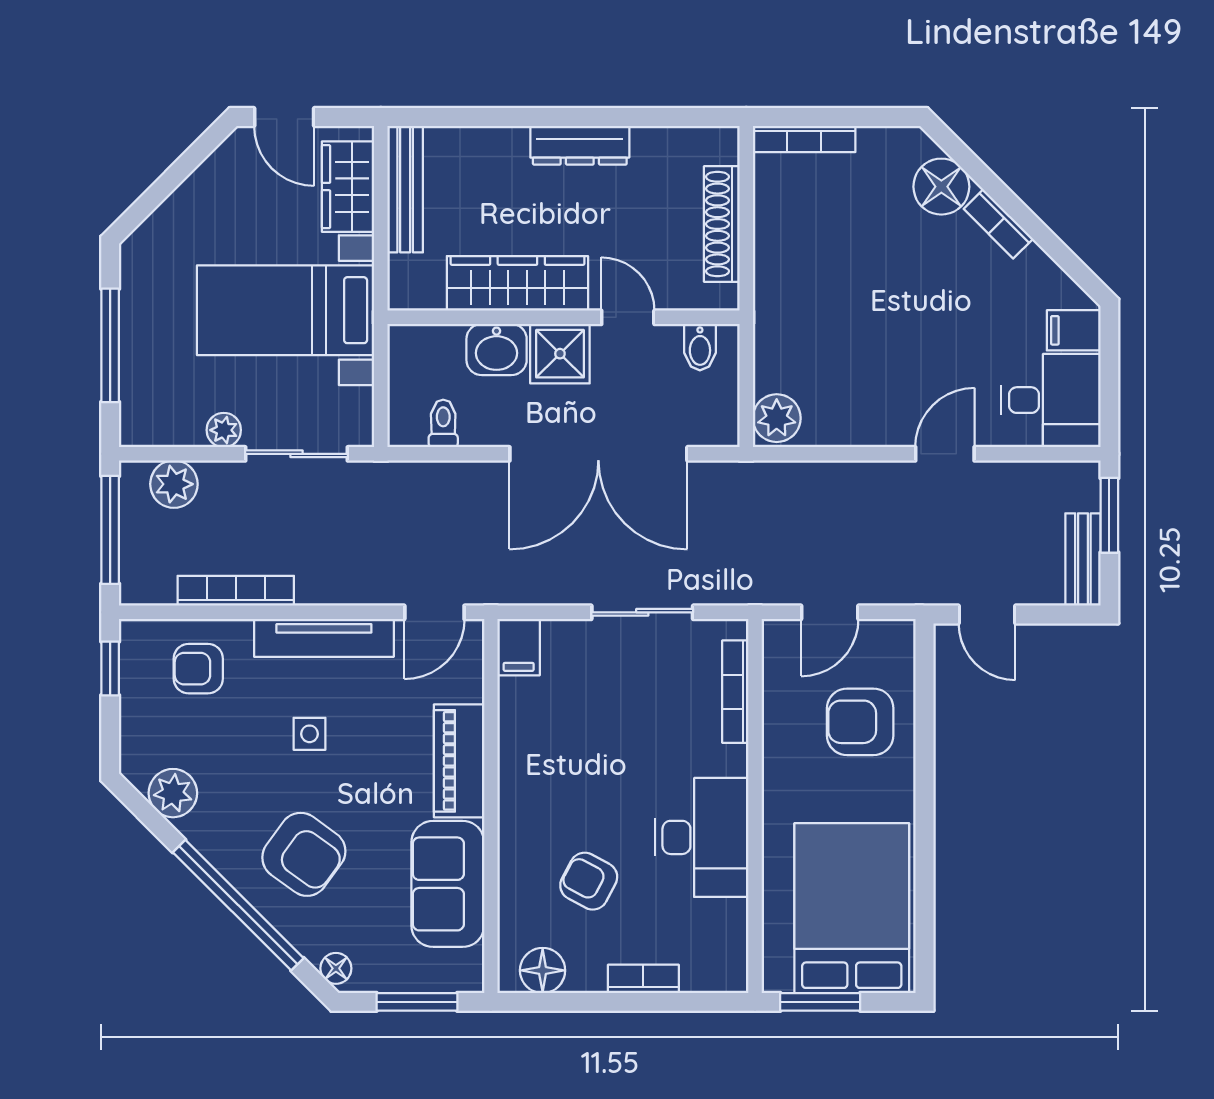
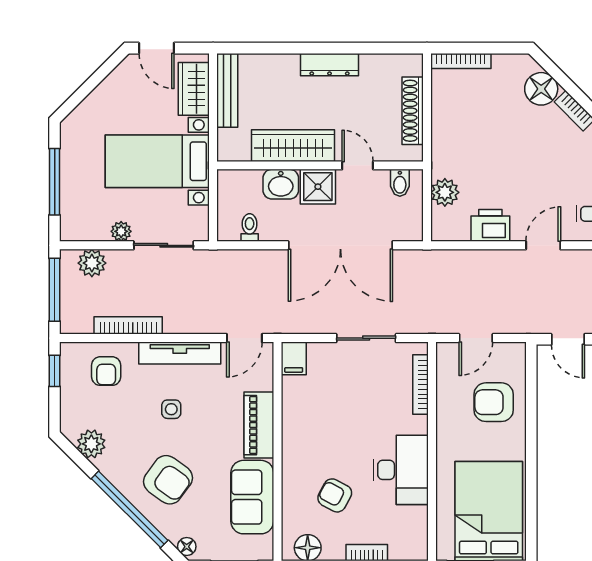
plant: (777, 418) -> (445, 192), moved
printer: (855, 420) -> (490, 225), added
armchair: (198, 669) -> (106, 371), turned -90

